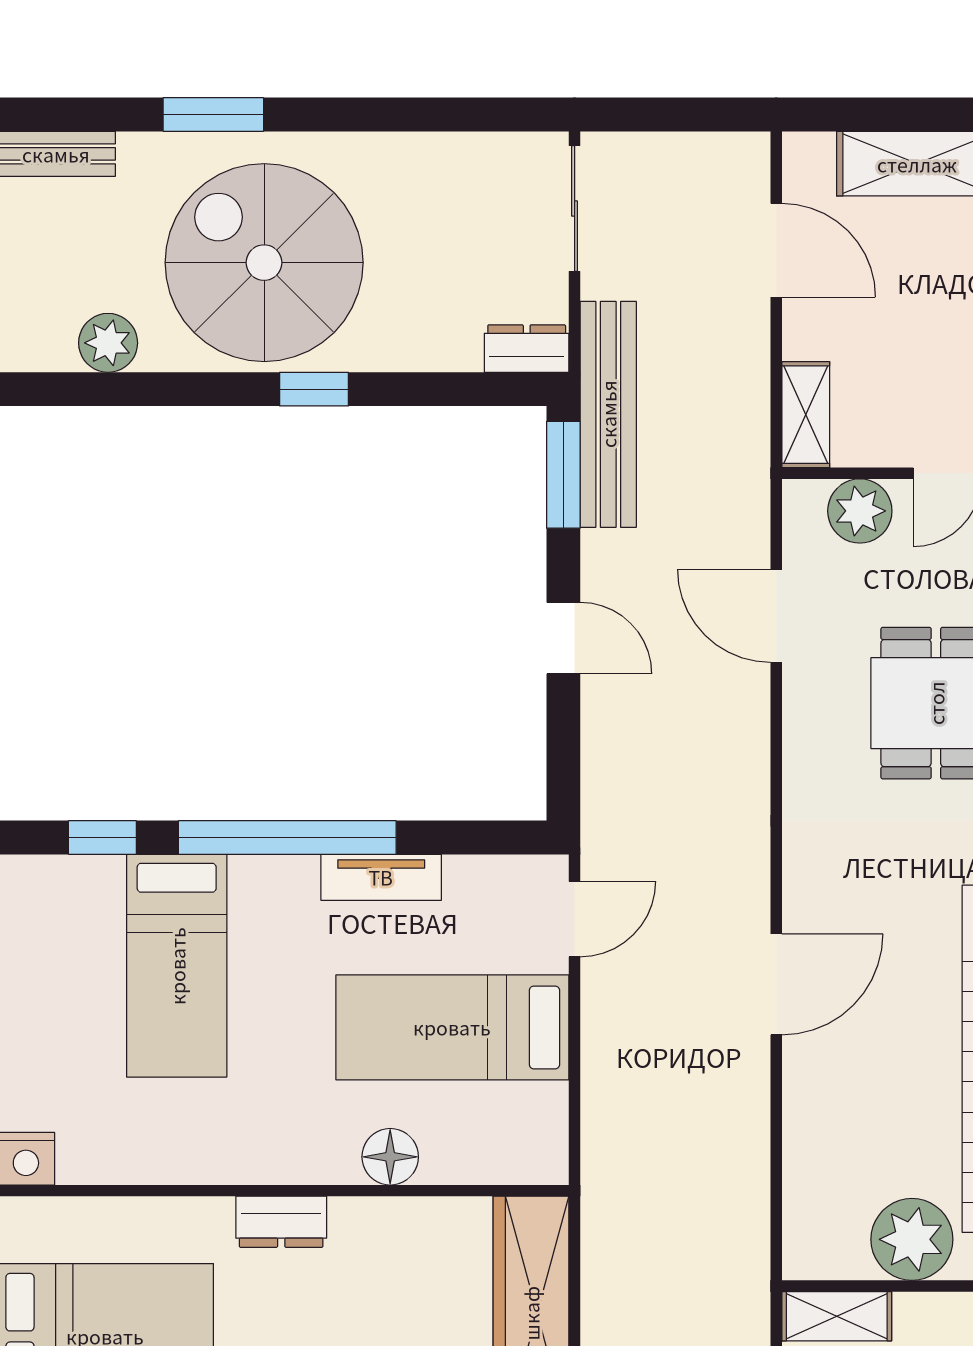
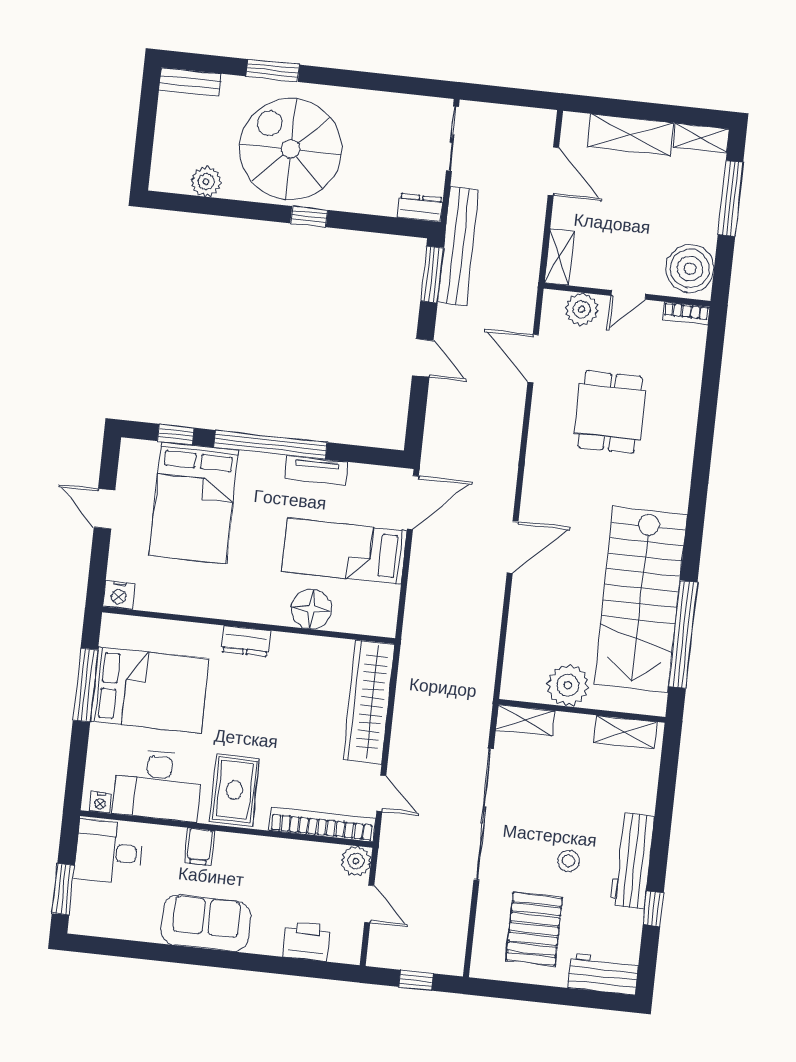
door: (575, 919) -> (413, 502), width x1.38
bed: (177, 966) -> (194, 503), width x1.50
floor lamp: (390, 1157) -> (311, 609), width x1.38, depth x1.38

